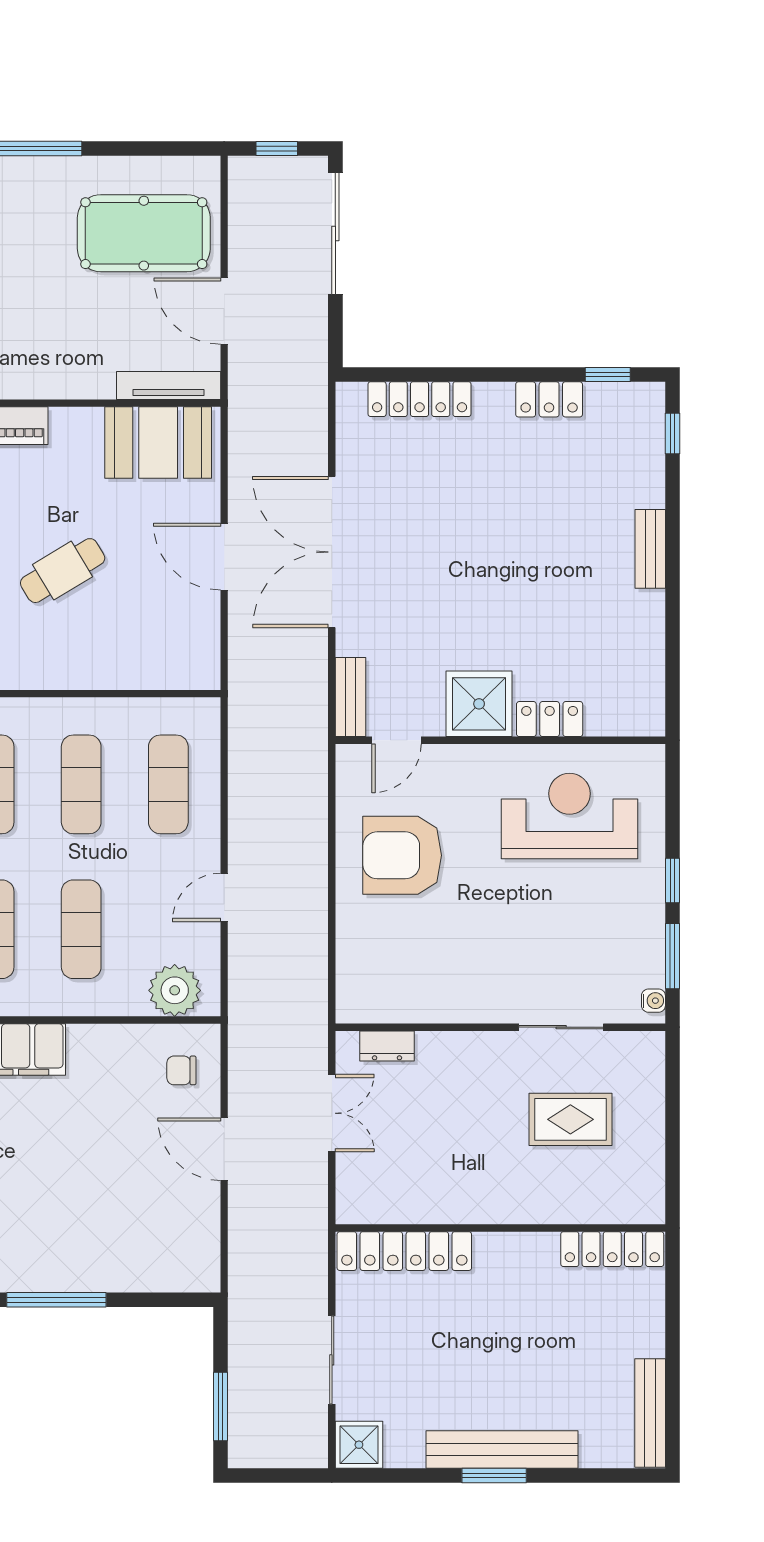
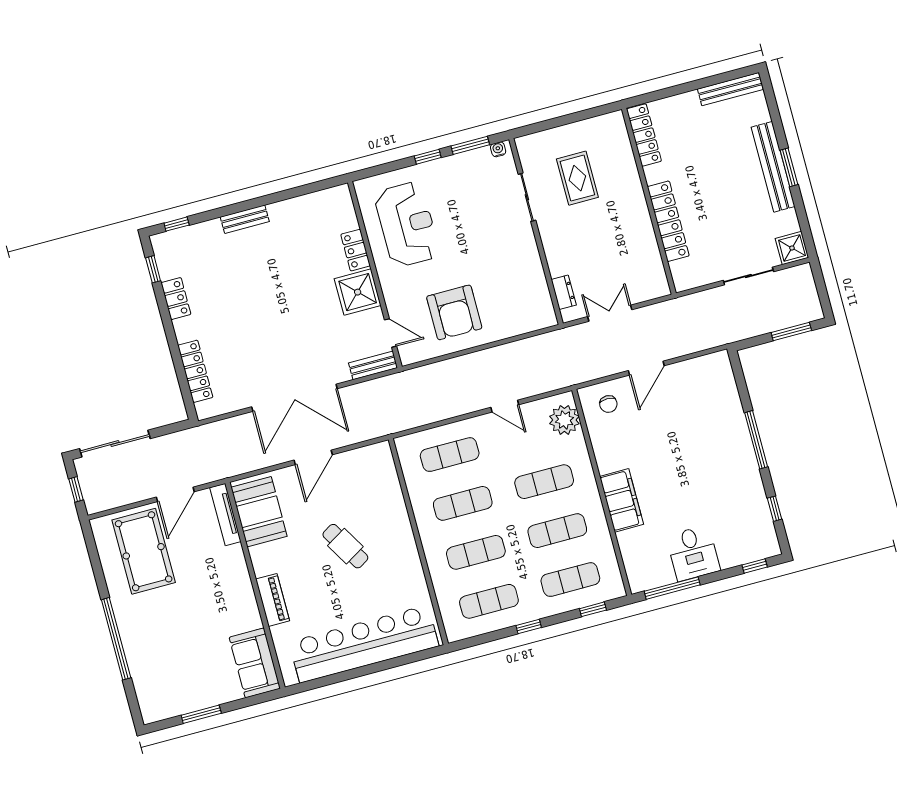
reception desk: (569, 816) -> (407, 224), turned 180
locker: (404, 1251) -> (668, 221), moved

